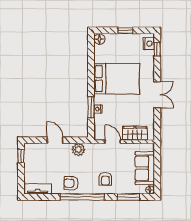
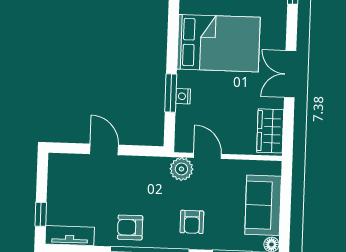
double door: (157, 95) -> (290, 74), swing flipped
wardrobe: (135, 133) -> (270, 131), moved, turned -90
plant: (78, 150) -> (181, 169), moved
window: (21, 156) -> (41, 214), moved

